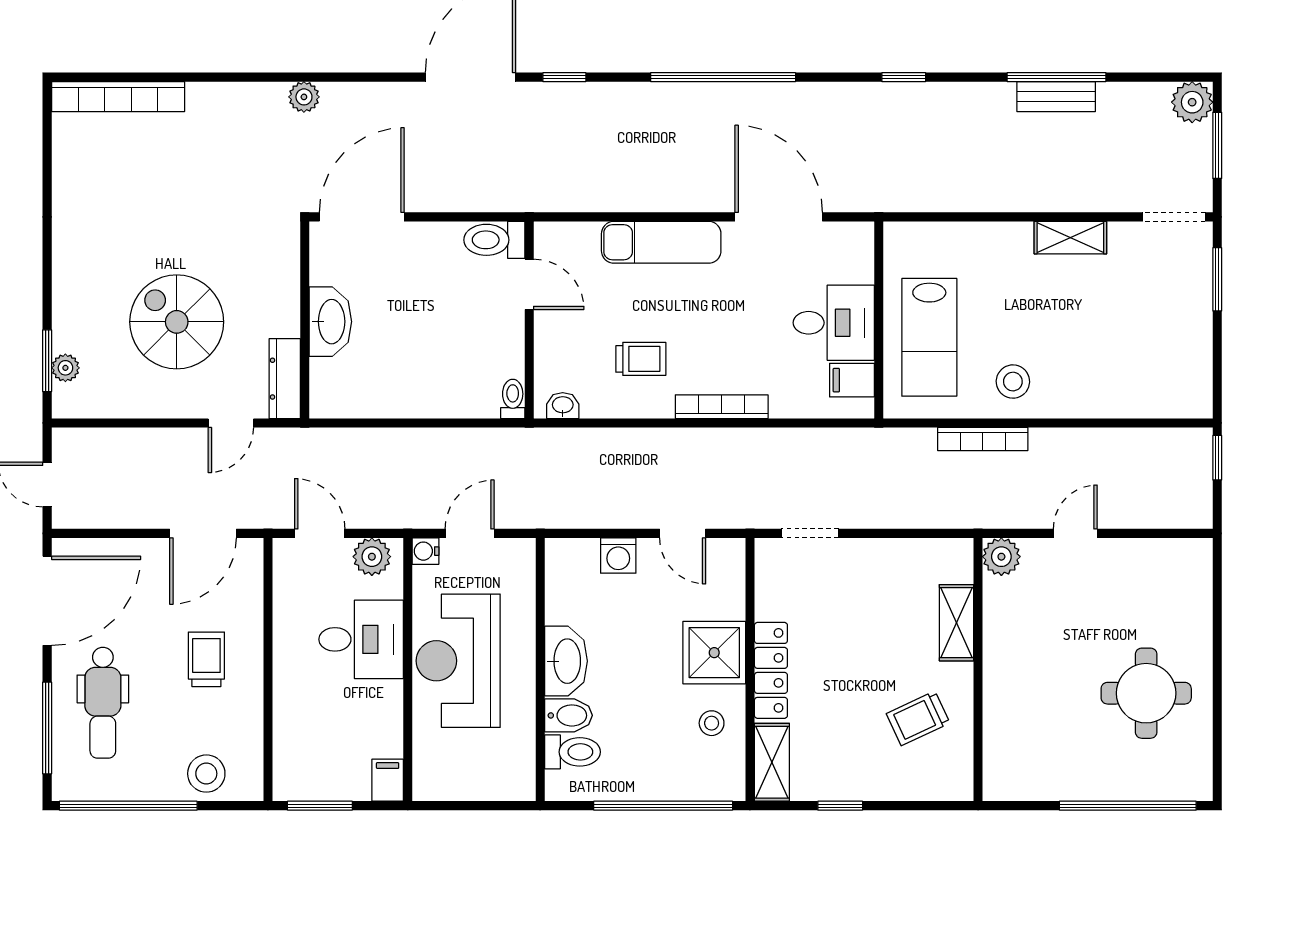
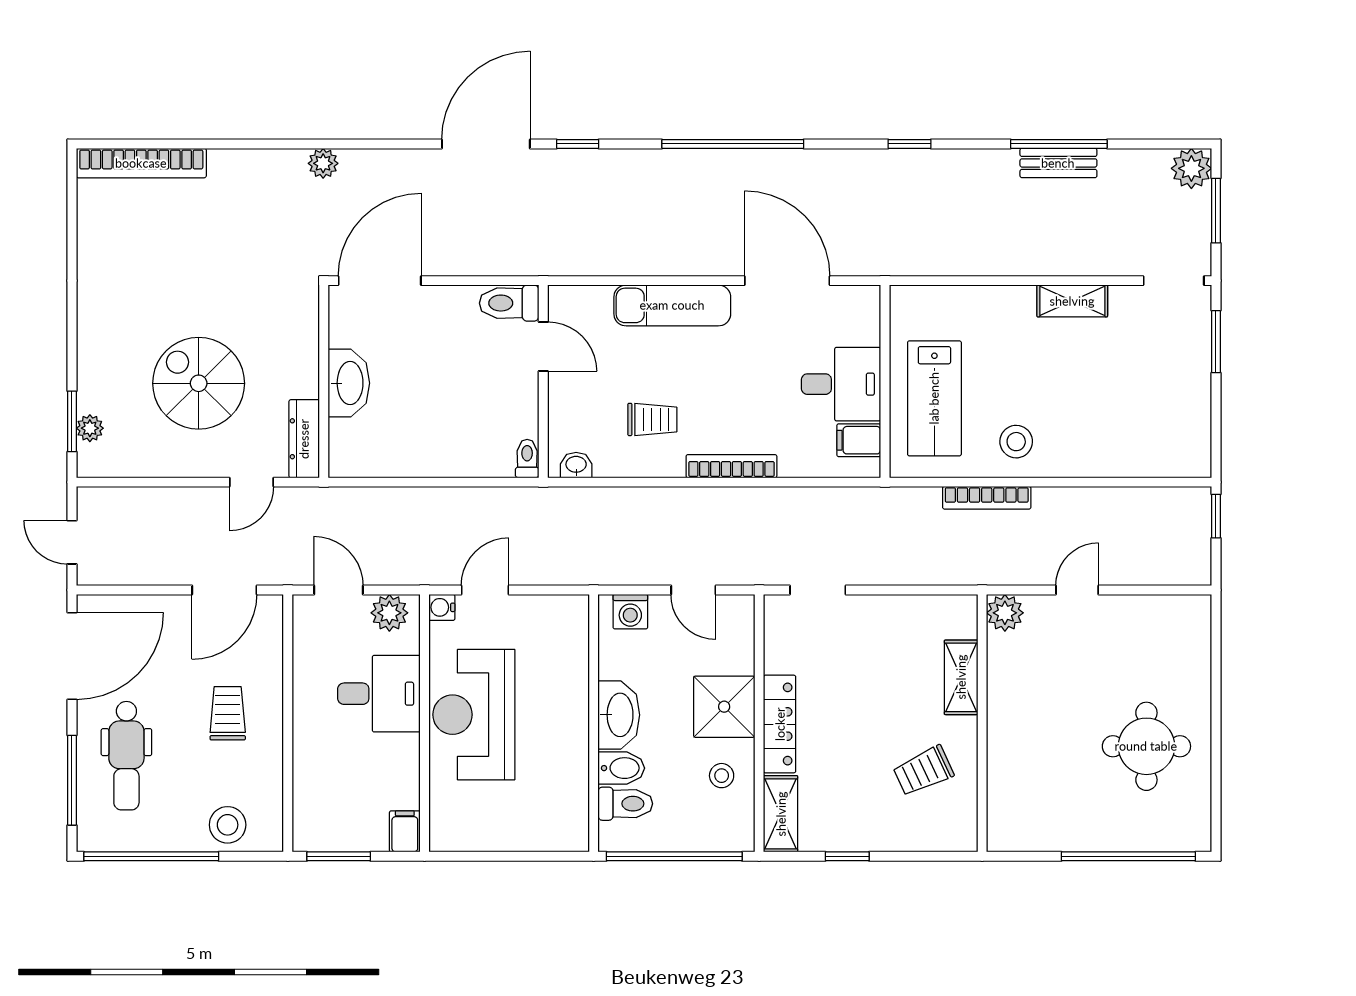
washbasin: (566, 661) -> (619, 715), moved
wall: (540, 669) -> (594, 723), moved
bidet: (569, 715) -> (621, 768), moved
toilet: (573, 752) -> (625, 804), moved

